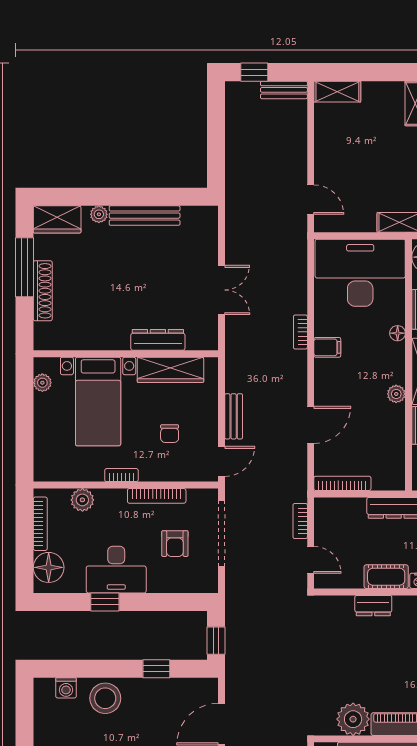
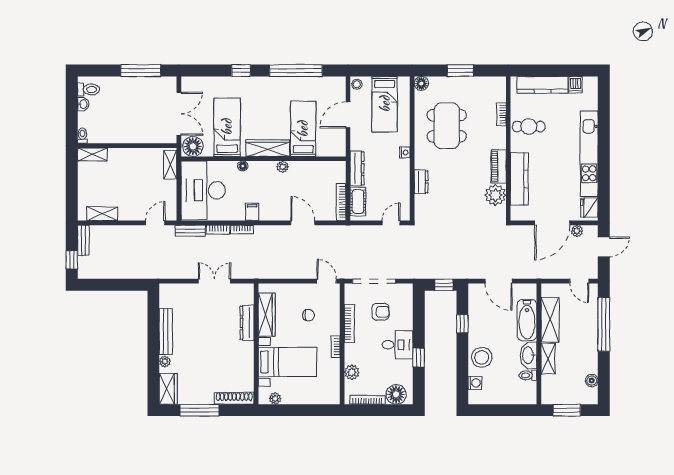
shelving: (337, 92) -> (102, 214), moved, turned 90
shoe rack: (43, 291) -> (234, 398), moved
bench: (234, 416) -> (190, 231), moved
bookcase: (300, 521) -> (218, 230), moved
desk: (116, 570) -> (398, 345), width x0.73
cot: (386, 577) -> (358, 201), moved

